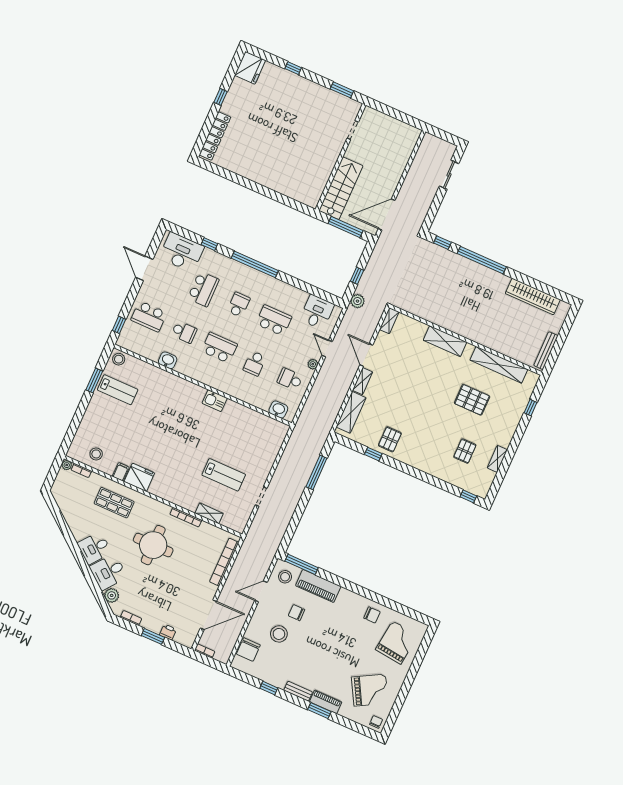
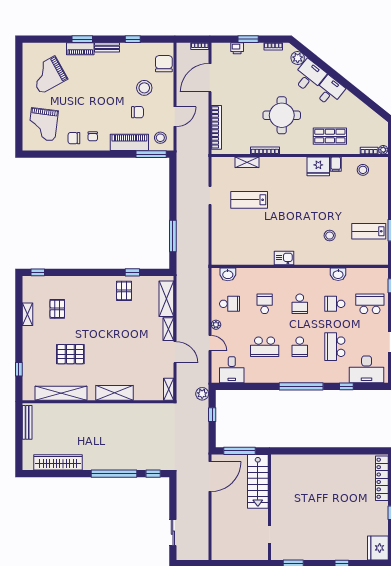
school desk: (219, 348) -> (300, 304), width x0.54
stool: (119, 359) -> (330, 236), moved
chair: (376, 722) -> (93, 136), moved

